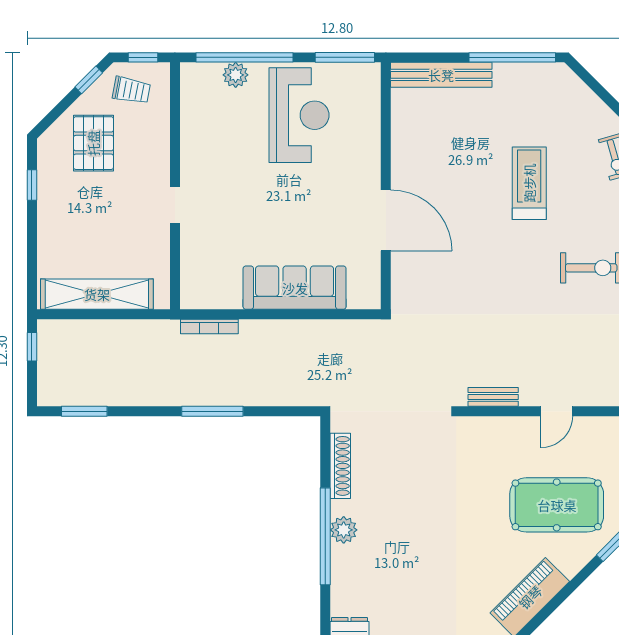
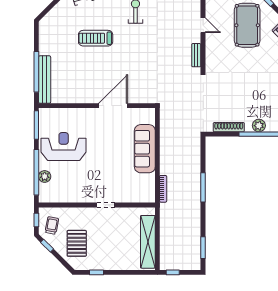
window: (512, 57) -> (36, 72), moved
pallet: (93, 143) -> (77, 243), turned 90

